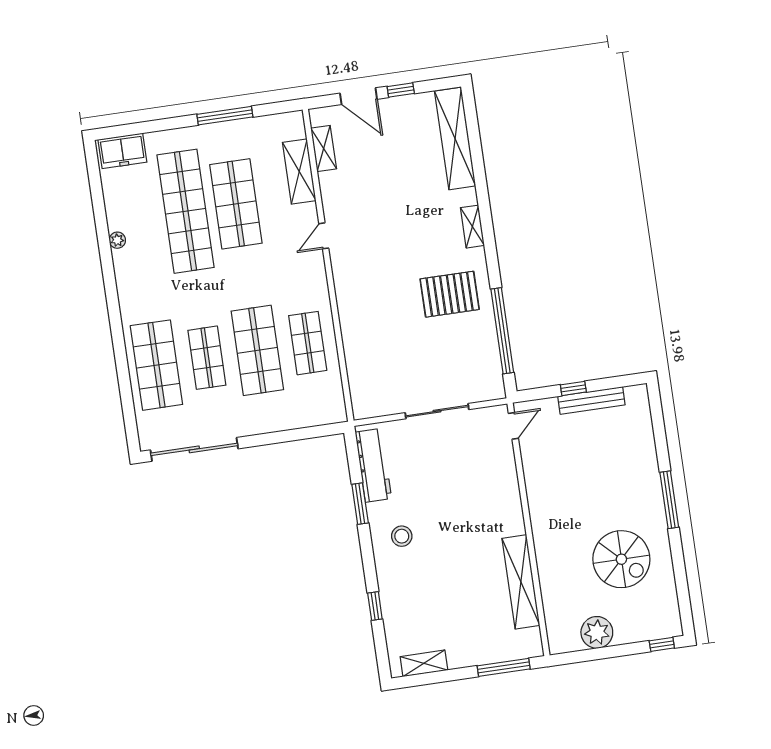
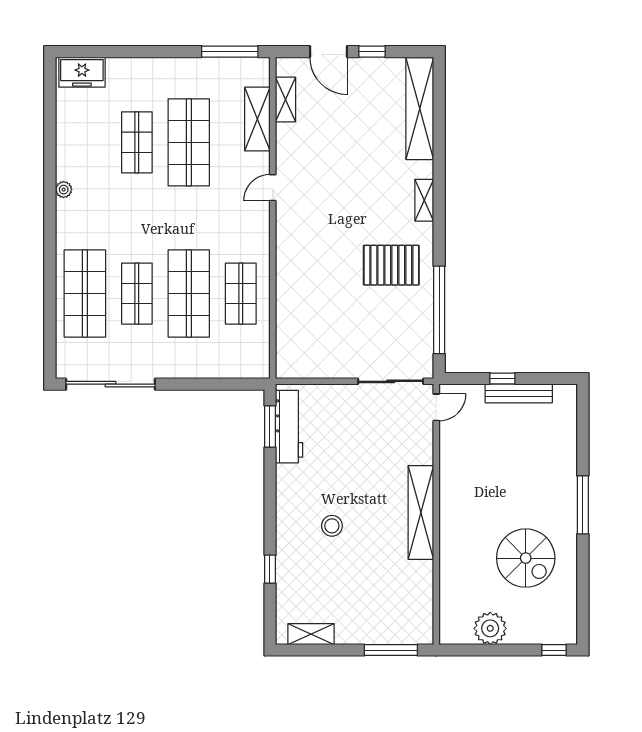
window: (225, 116) -> (230, 52), moved
shop shelf: (185, 211) -> (137, 142), width x0.50, depth x0.74
plant: (117, 240) -> (64, 190), moved
sliding door: (437, 411) -> (391, 381), moved
window: (360, 504) -> (270, 426), moved
stool: (402, 536) -> (332, 526), moved
shelving: (521, 582) -> (421, 513), moved

